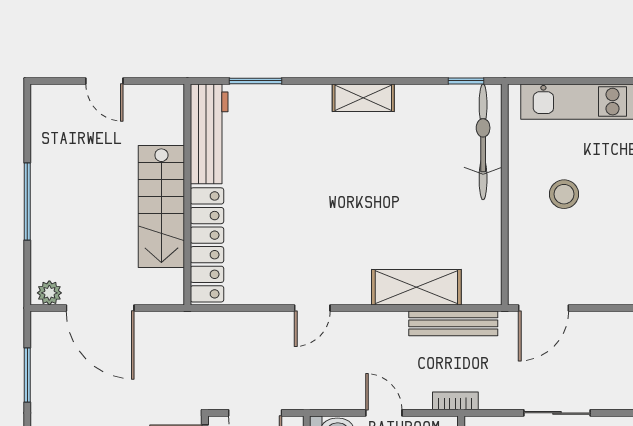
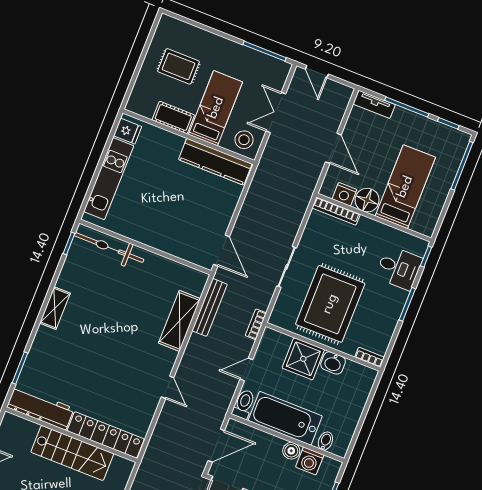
stool: (564, 194) -> (159, 212), removed

